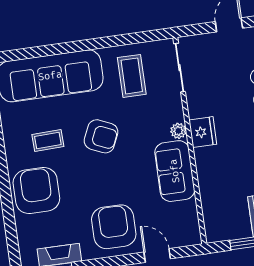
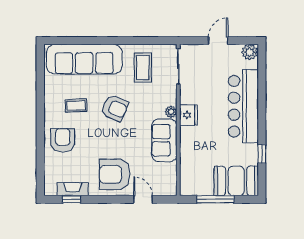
armchair: (36, 191) -> (63, 140), width x0.73, depth x0.73
armchair: (114, 227) -> (115, 174), turned -90

